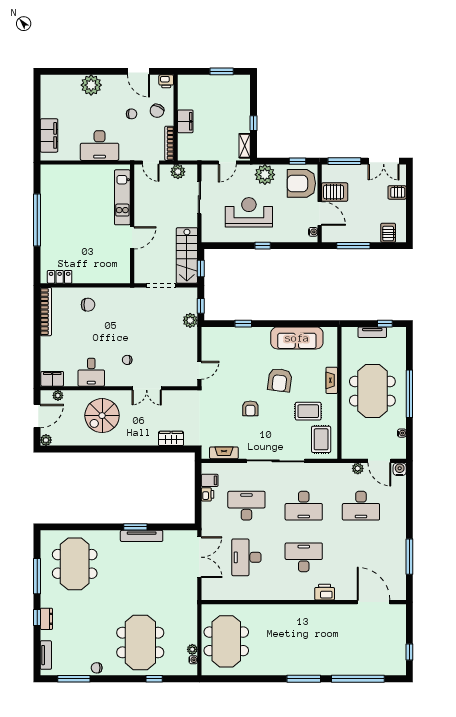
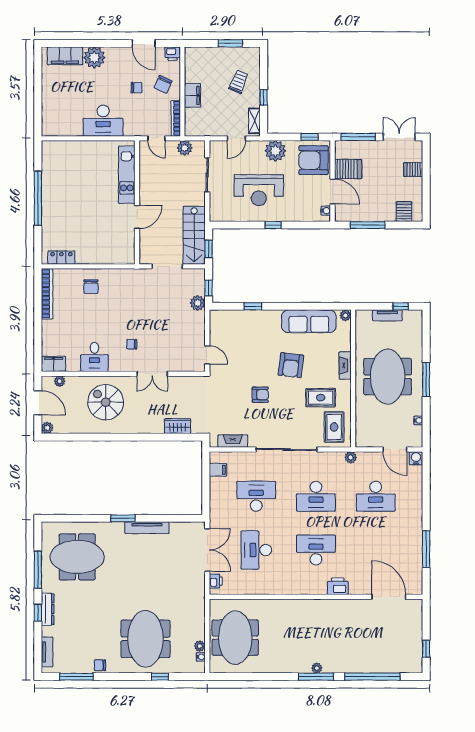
trolley: (230, 108) -> (239, 82), added
filing cabinet: (49, 135) -> (65, 56), moved, turned 90
double door: (384, 161) -> (399, 137), swing flipped
reception desk: (249, 212) -> (259, 190), turned 180
chair: (88, 305) -> (91, 287), turned 90
plant: (332, 332) -> (345, 315), added
door: (199, 370) -> (207, 355), hinge flipped
window: (409, 394) -> (426, 379), width x0.68
armchair: (250, 408) -> (260, 395), turned -90
door: (37, 416) -> (38, 403), hinge flipped
spiral stairs: (102, 416) -> (106, 402), turned 90
plant: (358, 468) -> (351, 457), moved
printer: (208, 494) -> (216, 581), moved
window: (135, 527) -> (123, 518), moved
meeting table: (75, 564) -> (77, 557), turned 90
dresser: (46, 619) -> (48, 609), width x1.44
plant: (304, 670) -> (317, 668), added

